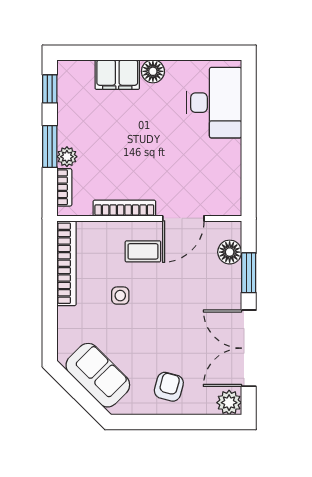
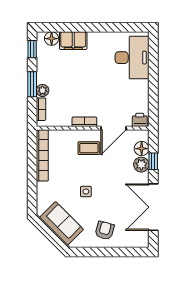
floor lamp: (153, 71) -> (52, 39), moved
printer: (226, 205) -> (140, 120), added
bookcase: (124, 208) -> (84, 122), width x0.64
window: (249, 273) -> (153, 161), width x0.67
side table: (120, 296) -> (86, 192), moved
plant: (229, 403) -> (141, 165), moved

